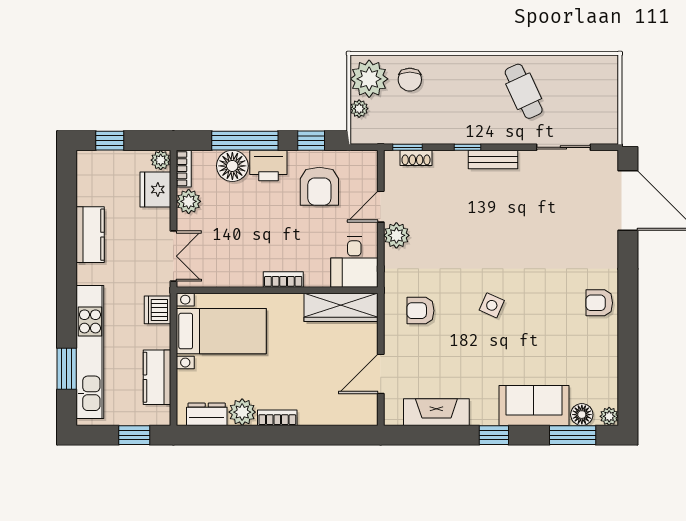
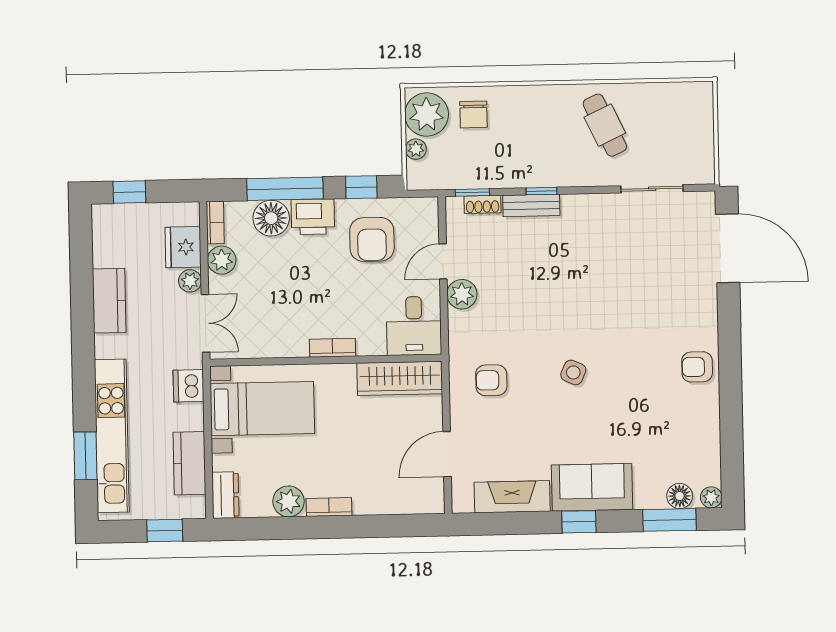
plant: (161, 160) -> (190, 281), moved
bench: (493, 160) -> (531, 205), moved
sofa: (534, 405) -> (592, 487), moved
dresser: (207, 414) -> (225, 495), moved, turned 90

